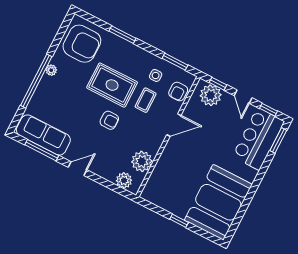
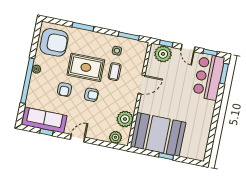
armchair: (178, 92) -> (64, 89), moved
window: (42, 150) -> (46, 132), width x0.46
booth: (218, 202) -> (158, 134), moved, turned 90

